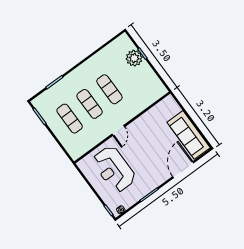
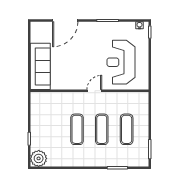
plant: (134, 58) -> (39, 158), moved
sofa: (189, 135) -> (40, 66), moved
reception desk: (114, 169) -> (121, 62), turned 180

